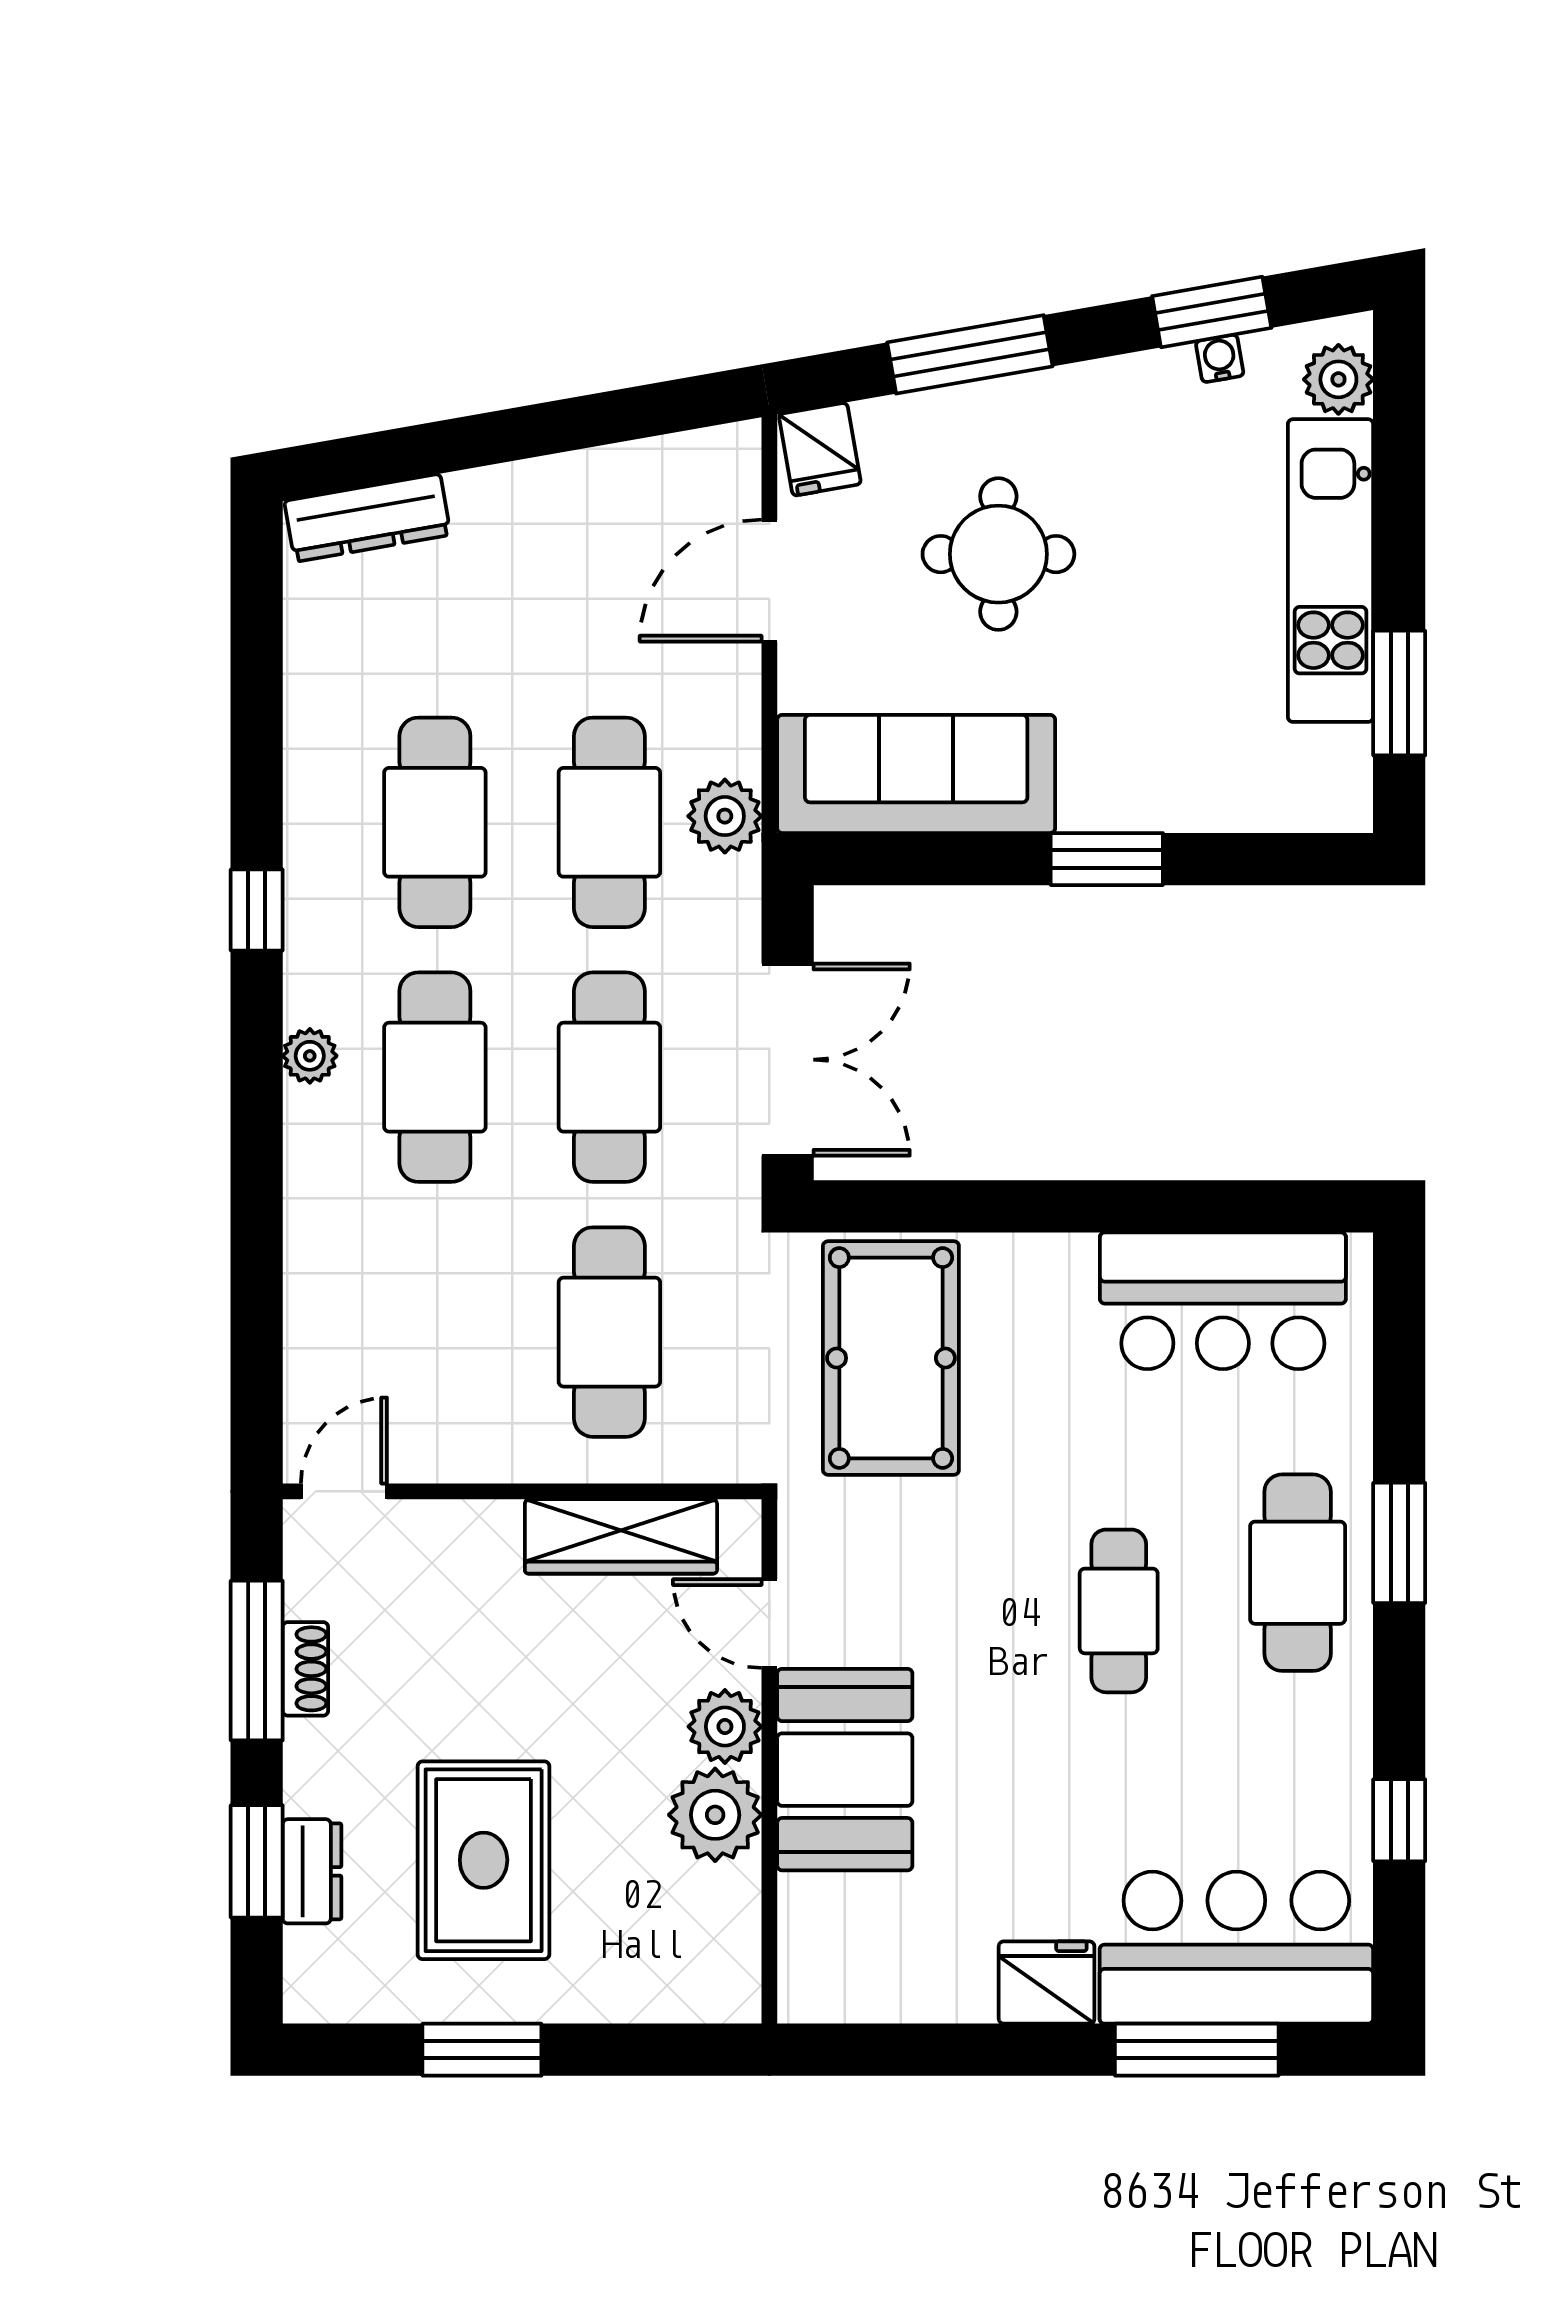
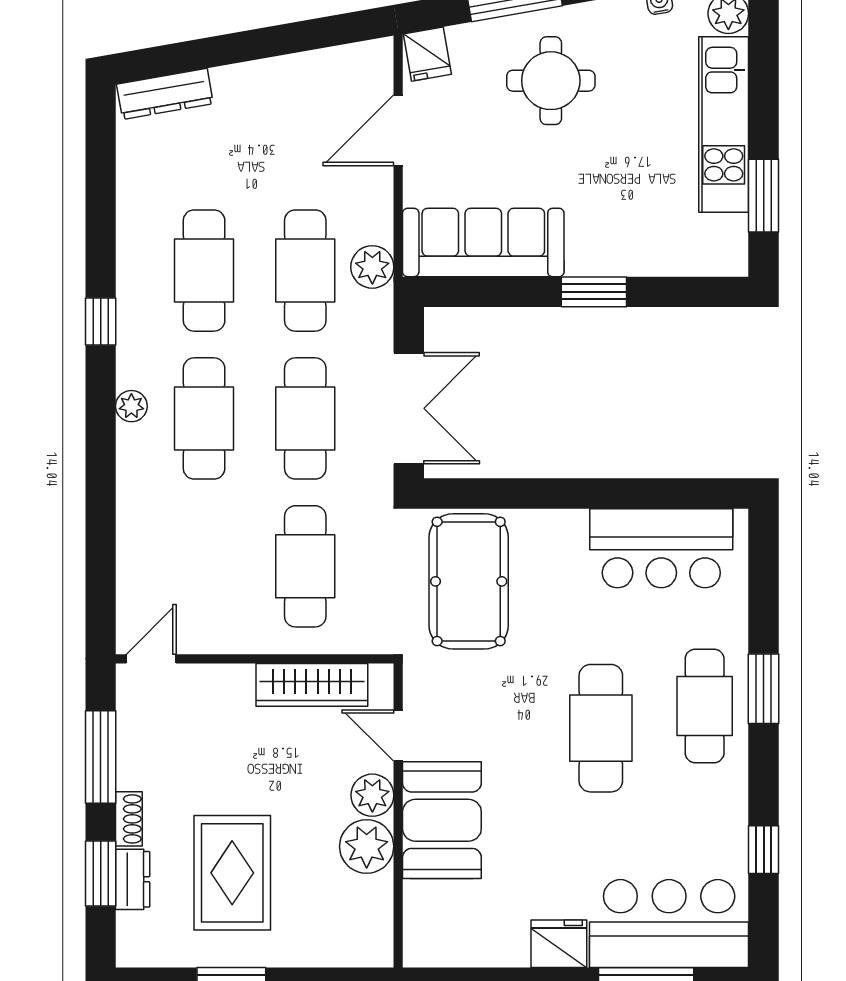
round table: (998, 554) -> (551, 81), moved
cafe table: (1119, 1611) -> (601, 728), width x1.37, depth x1.35
shoe rack: (305, 1669) -> (129, 819), moved

